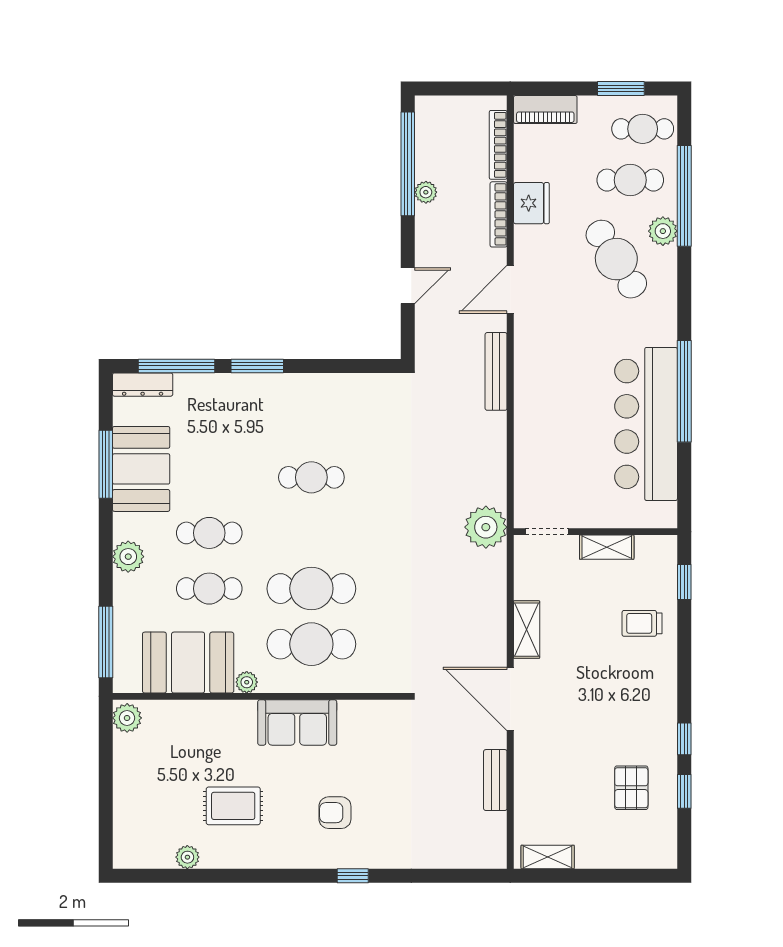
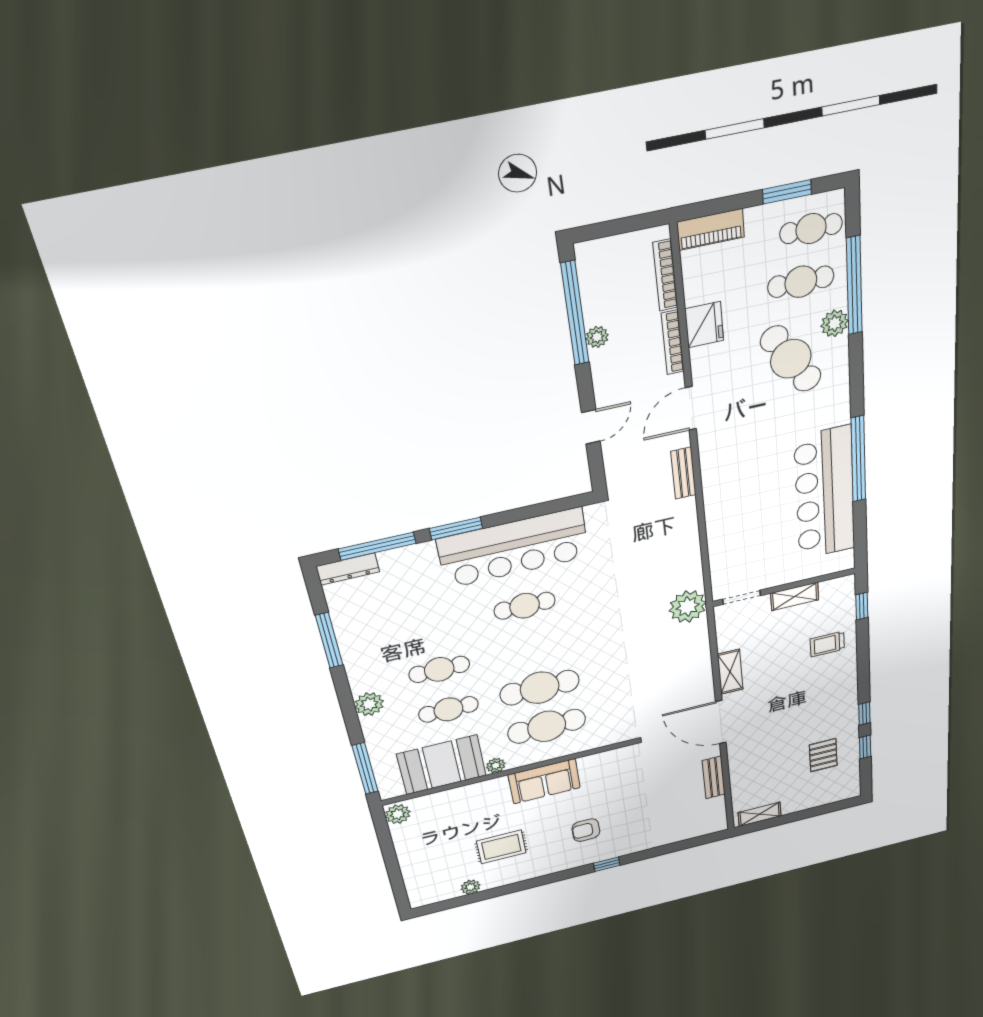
bench: (496, 371) -> (683, 473), width x0.73
bar counter: (311, 404) -> (513, 548), added
booth: (141, 469) -> (364, 636), removed

